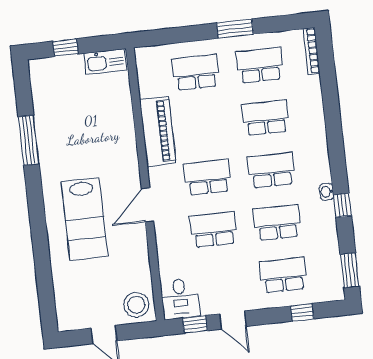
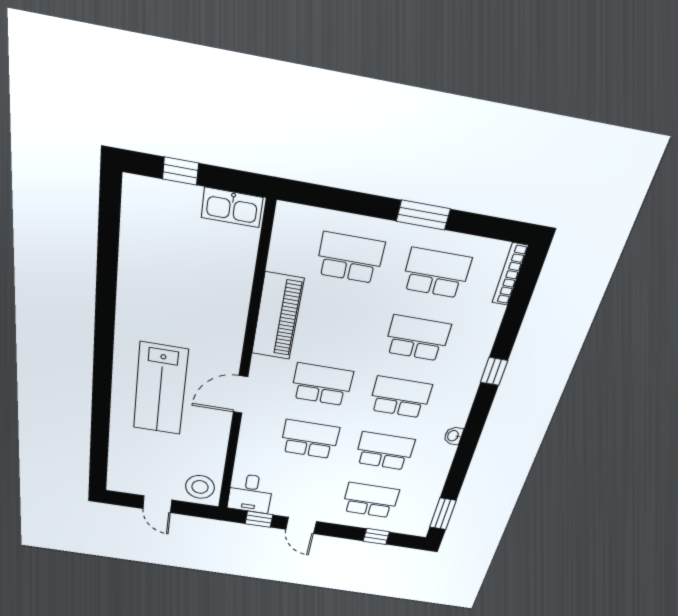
window: (29, 140) -> (107, 281), removed
window: (342, 205) -> (494, 371), moved

